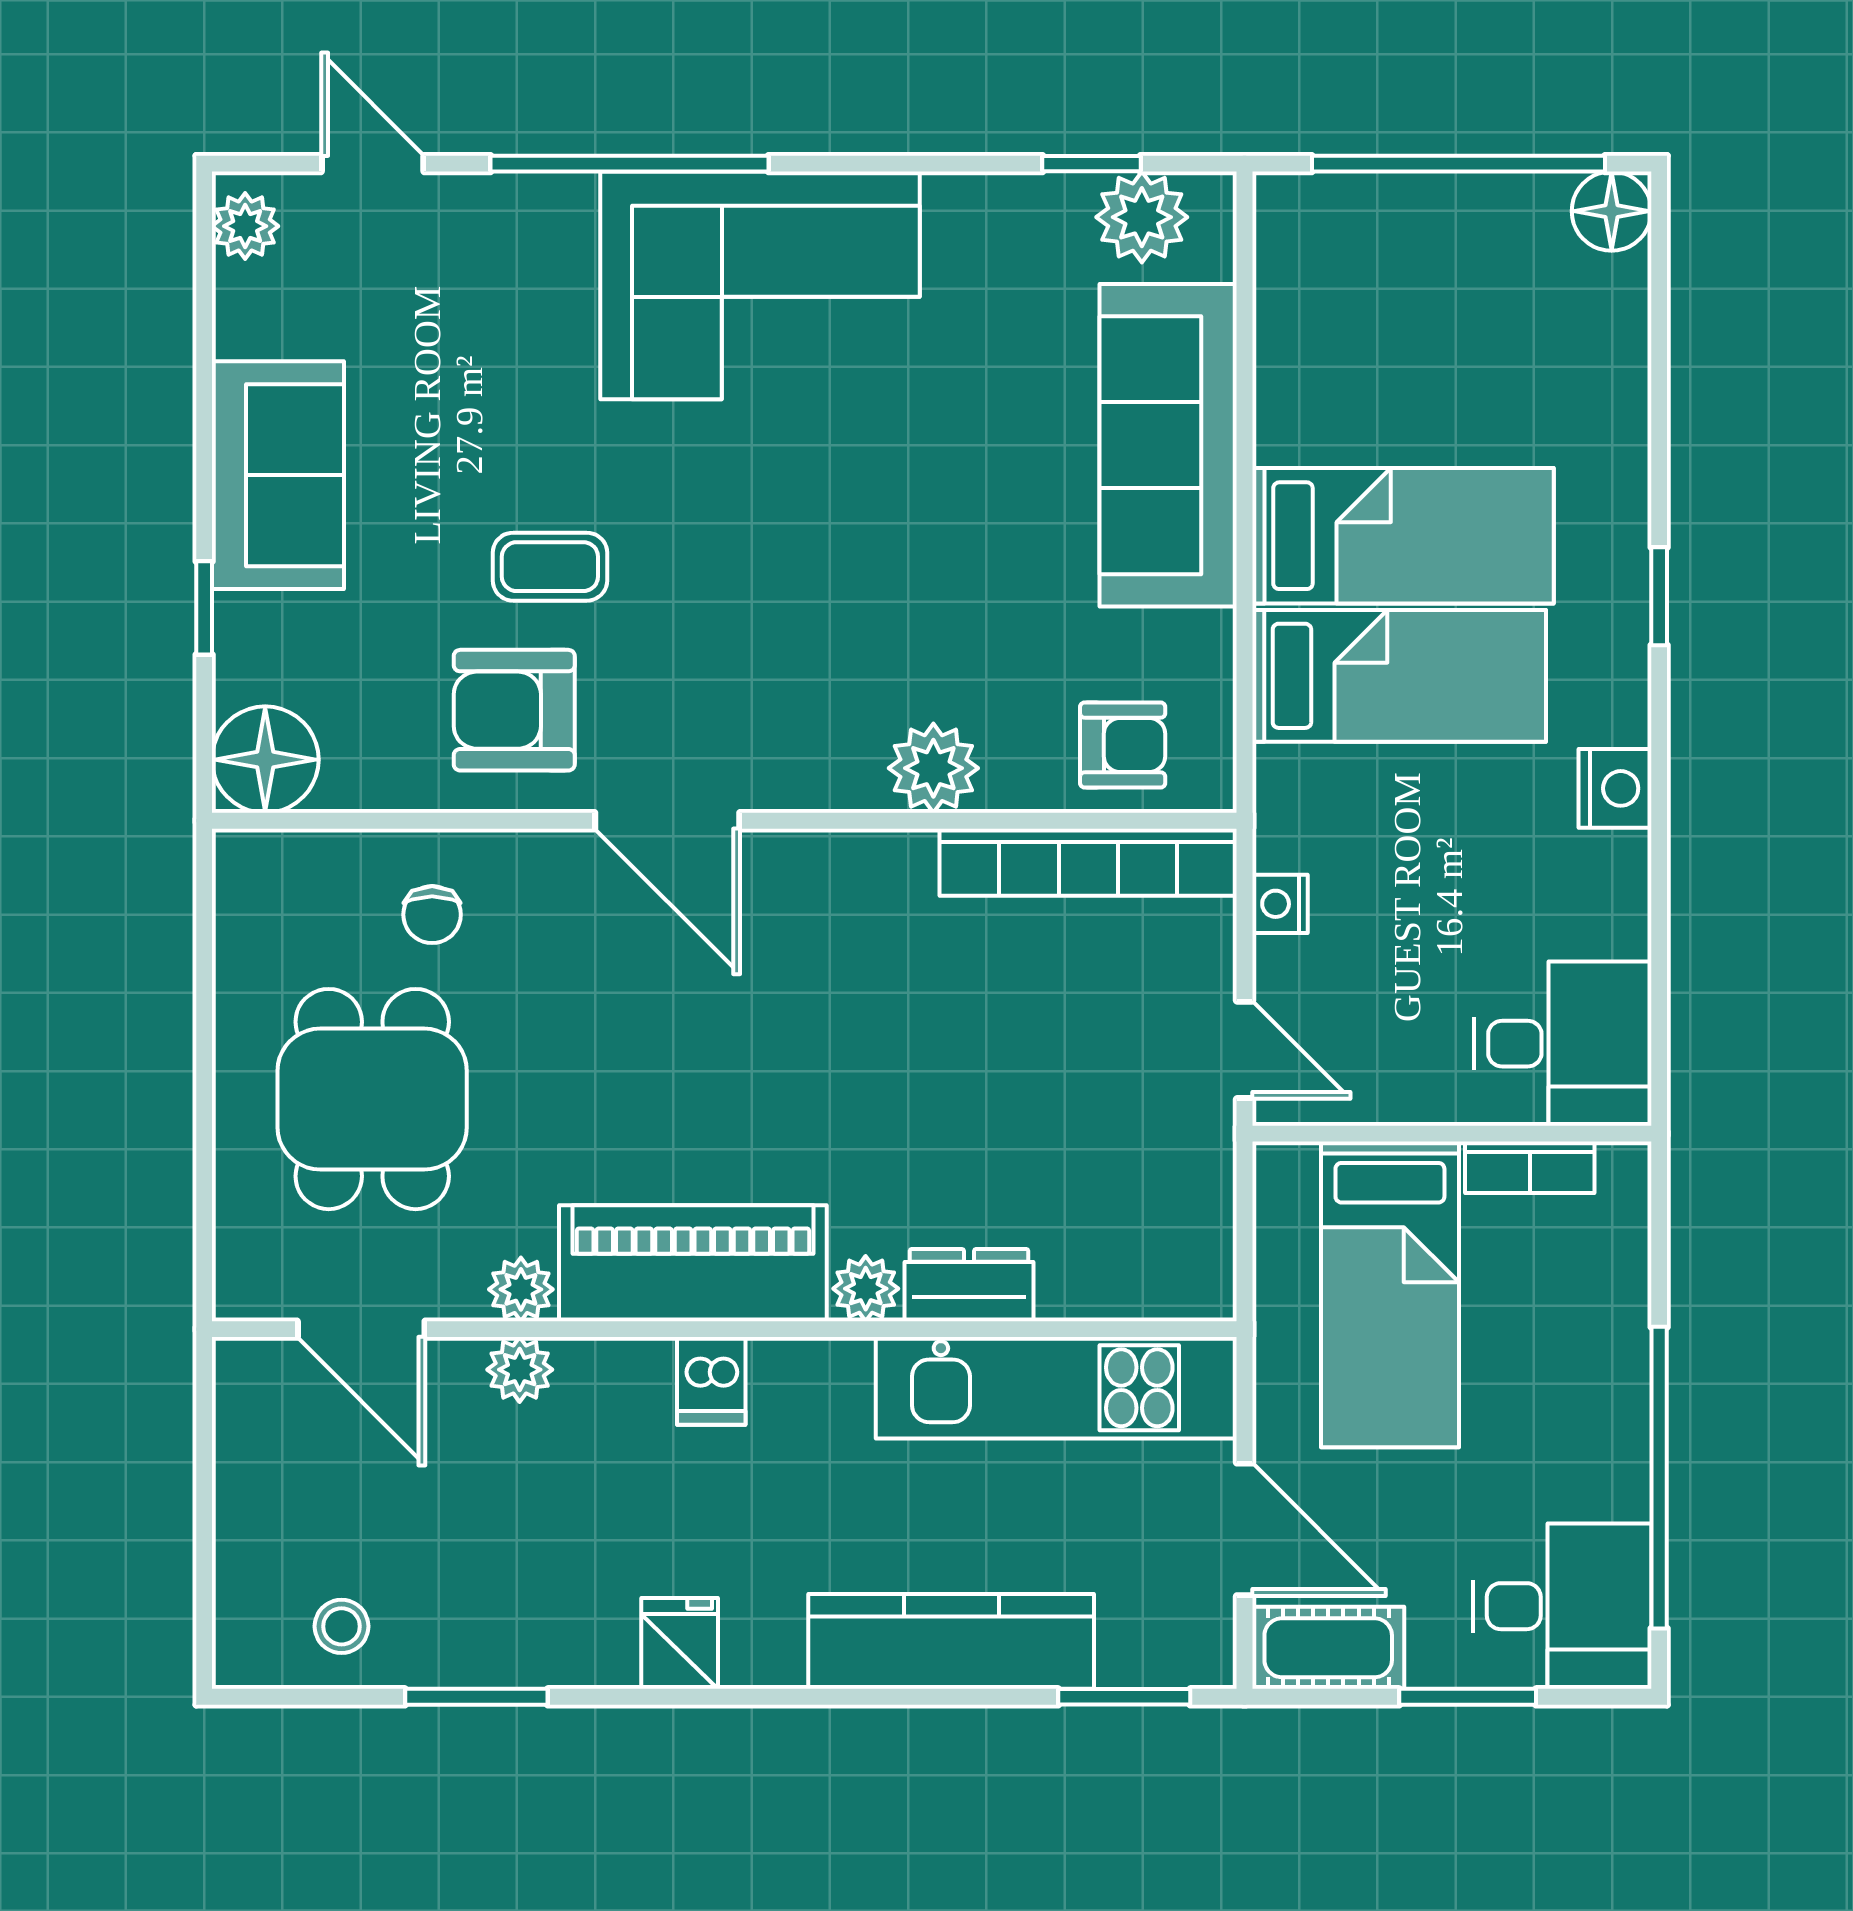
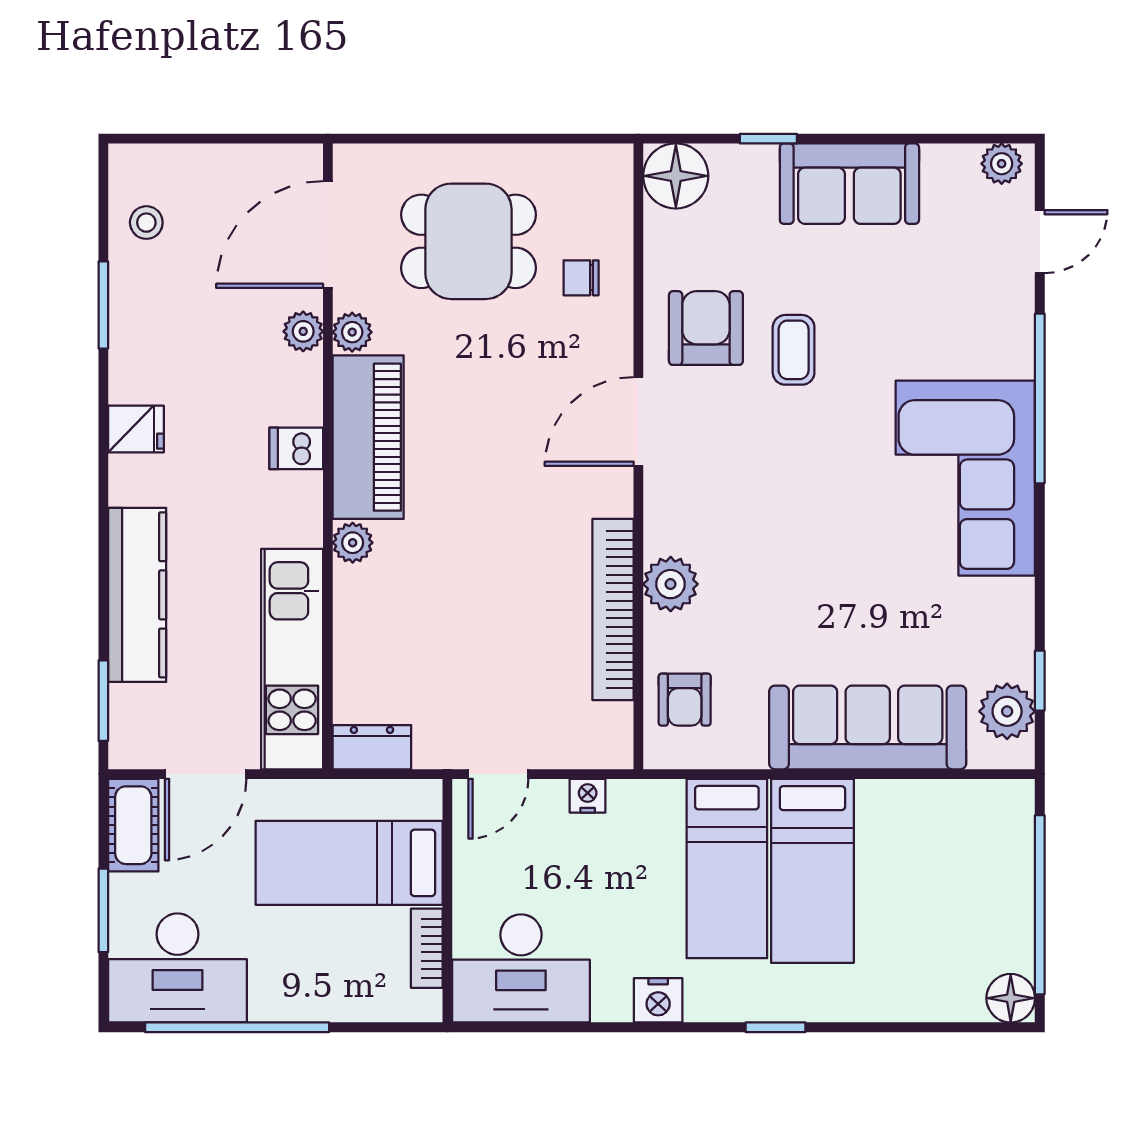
bookcase: (1088, 862) -> (613, 610), moved
desk: (1563, 1044) -> (521, 968), width x1.37
dresser: (969, 1285) -> (372, 747), moved, turned -90
door: (361, 1329) -> (328, 235), width x1.36
desk: (1562, 1606) -> (177, 968), width x1.37

